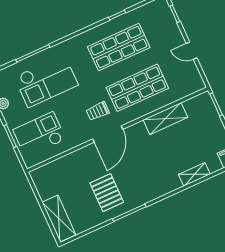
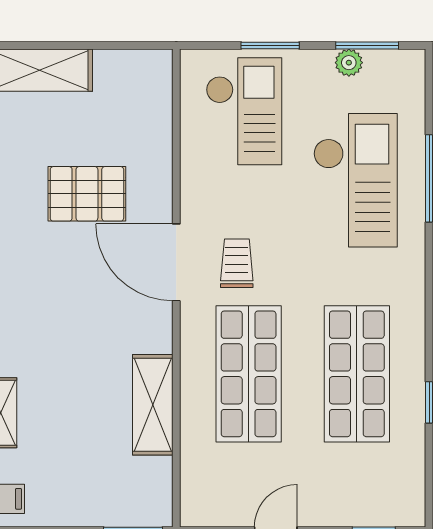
checkout: (46, 81) -> (355, 180), turned 180
pallet: (107, 193) -> (87, 194), moved

